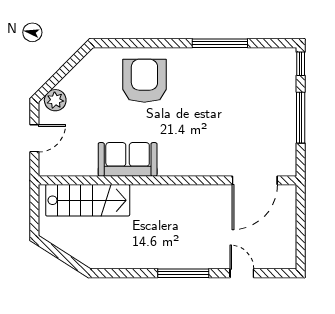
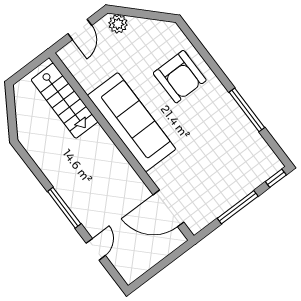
armchair: (144, 81) -> (180, 77), turned 90
door: (34, 138) -> (80, 29), hinge flipped
sofa: (128, 159) -> (132, 122), width x1.85, depth x1.27

